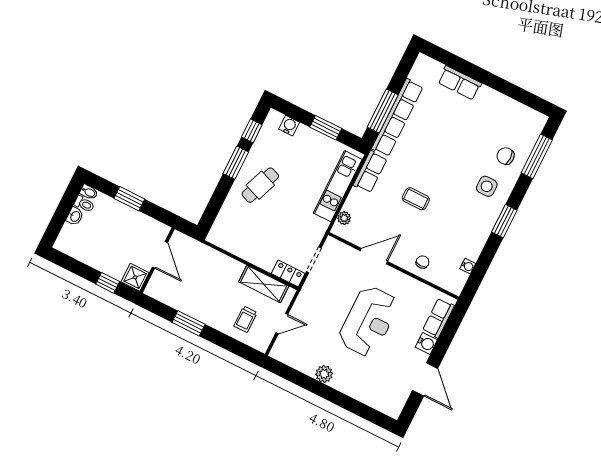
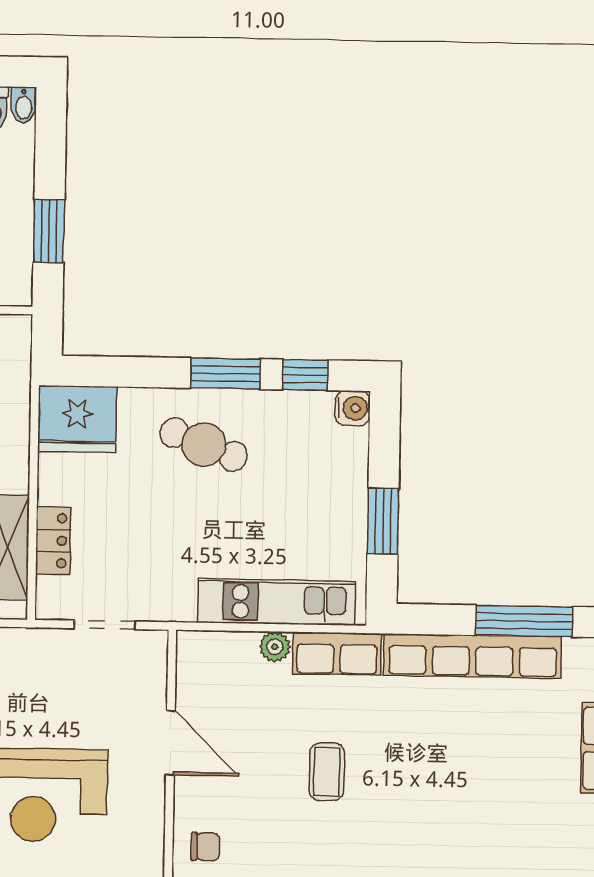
window: (383, 111) -> (524, 621), moved
water cooler: (289, 126) -> (353, 408), moved
window: (129, 199) -> (49, 231), moved
plant: (344, 218) -> (275, 647), moved
fridge: (226, 231) -> (77, 419), added
locker: (288, 273) -> (53, 541), moved

